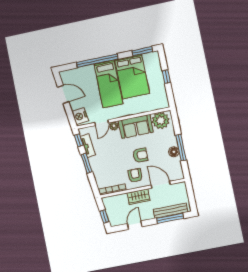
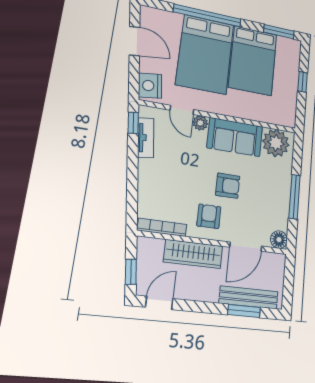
bed: (109, 84) -> (205, 54), width x1.50
door: (102, 123) -> (182, 110), hinge flipped
floor lamp: (174, 152) -> (279, 240), moved
window: (86, 163) -> (133, 166), removed
door: (161, 185) -> (246, 247), swing flipped
wardrobe: (138, 197) -> (193, 254), width x1.50
window: (170, 218) -> (244, 311), width x0.69
door: (135, 225) -> (159, 303), moved

